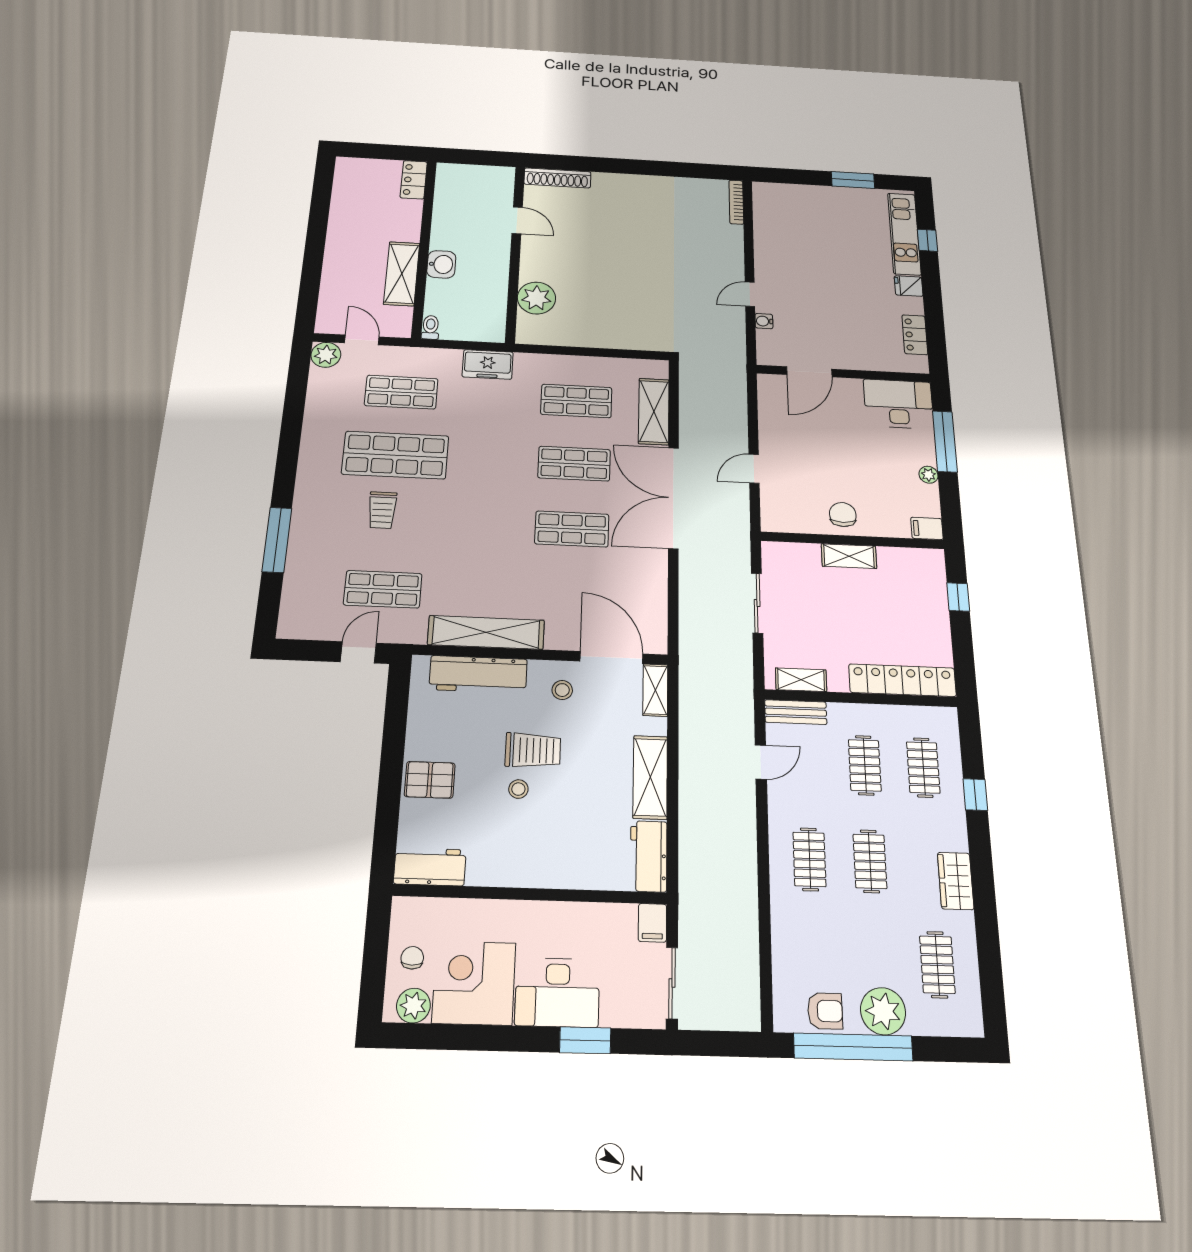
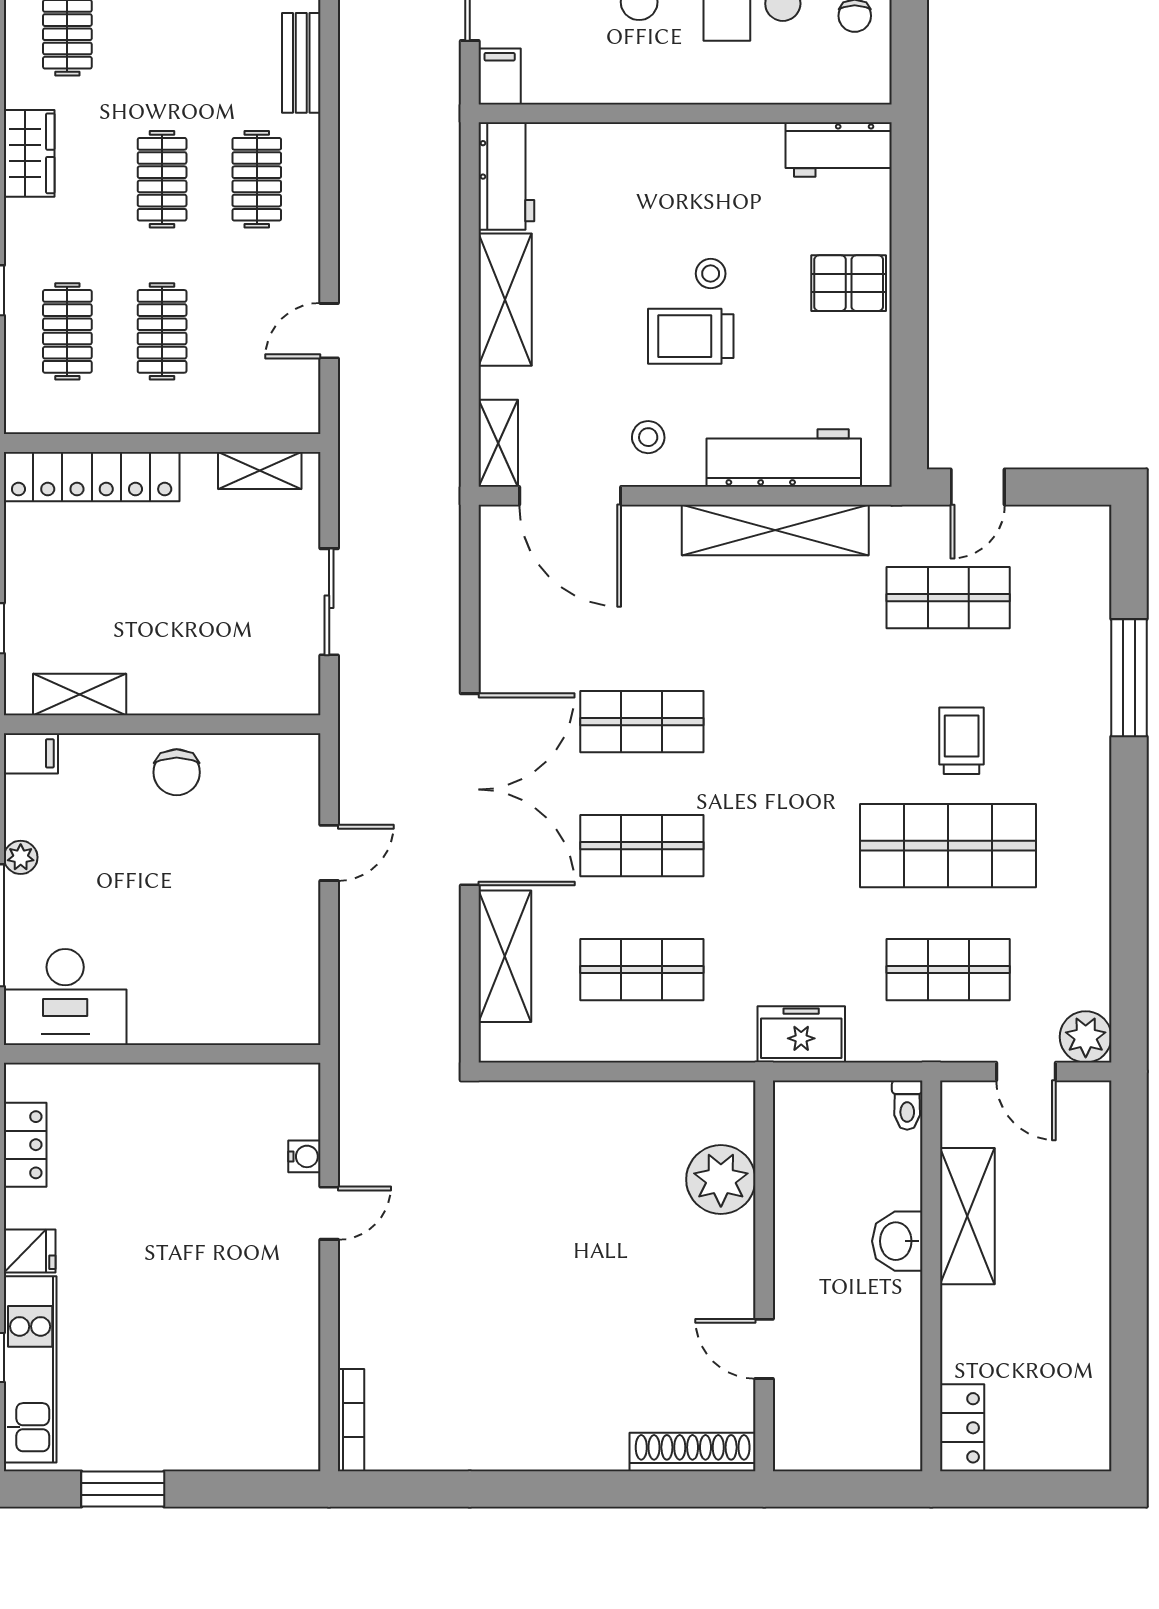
door: (809, 372) -> (224, 1054), removed
shelving: (849, 556) -> (80, 695), moved
bench: (796, 712) -> (301, 63), moved, turned 90

